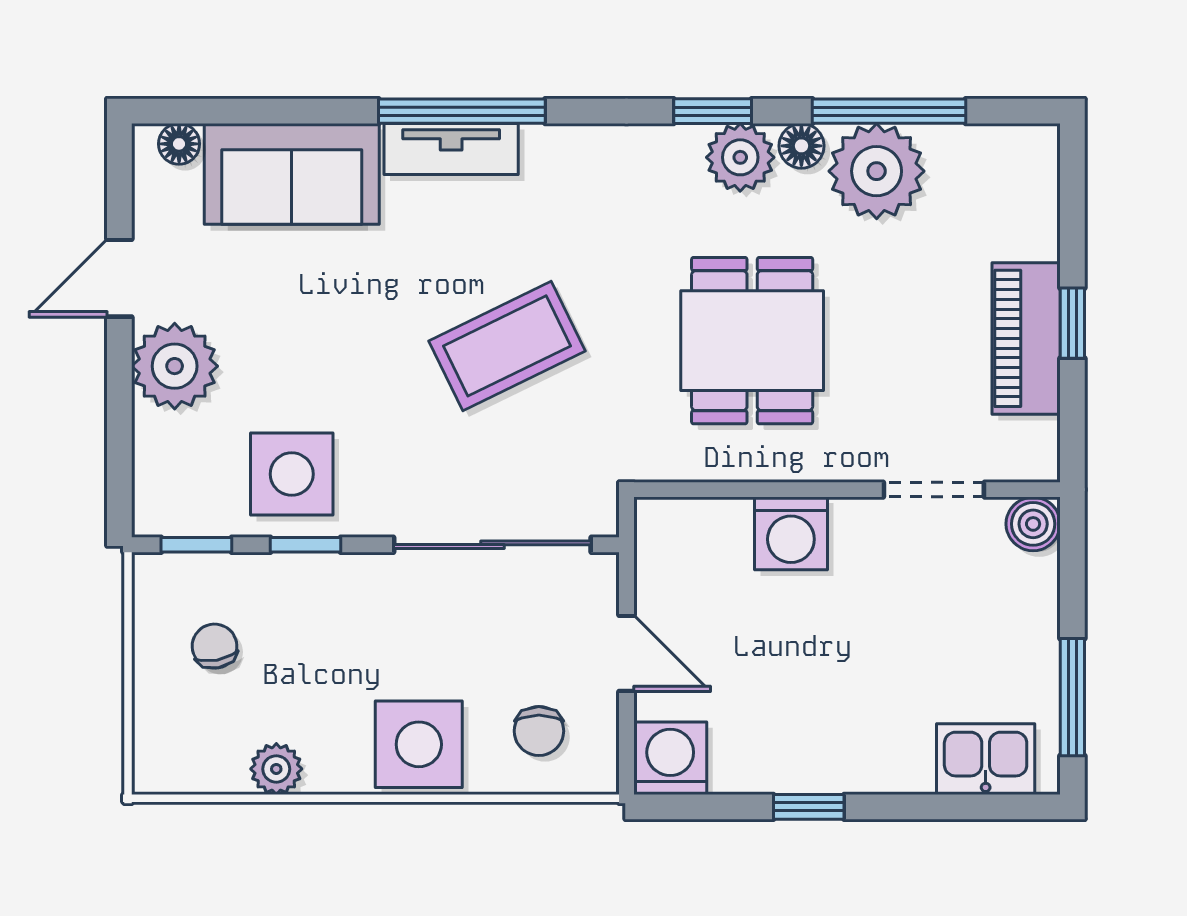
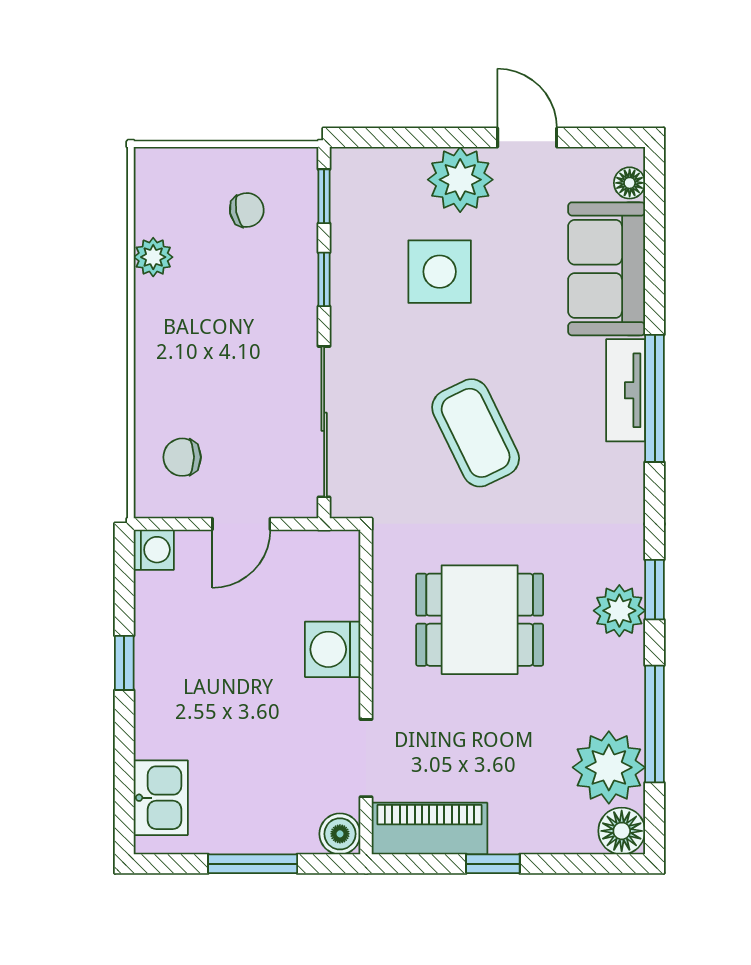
floor lamp: (801, 146) -> (622, 831), moved, width x1.37, depth x1.37
plant: (877, 171) -> (609, 767), moved
piano: (1026, 338) -> (429, 829), moved
side table: (292, 474) -> (440, 272), moved
window: (1072, 697) -> (253, 864), moved
side table: (419, 744) -> (172, 366), removed
washing machine: (670, 758) -> (154, 550), width x0.73, depth x0.73

